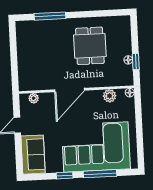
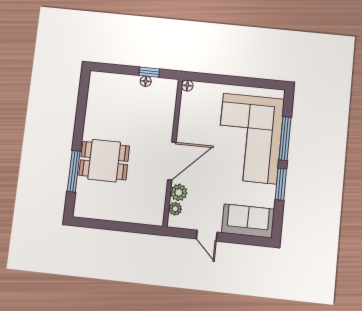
dining table: (90, 46) -> (104, 161), moved
door: (69, 90) -> (172, 161), hinge flipped
plant: (110, 96) -> (179, 192), moved
window: (65, 175) -> (281, 184), width x1.50

